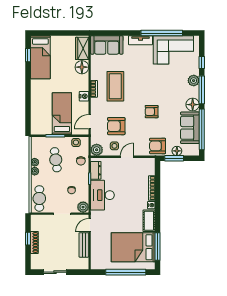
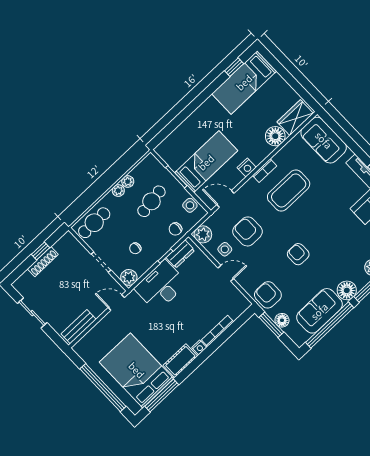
bench: (84, 245) -> (79, 327), moved

